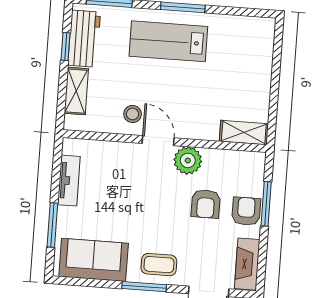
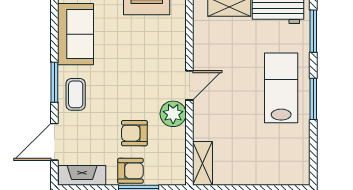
stool: (133, 114) -> (212, 60), removed

